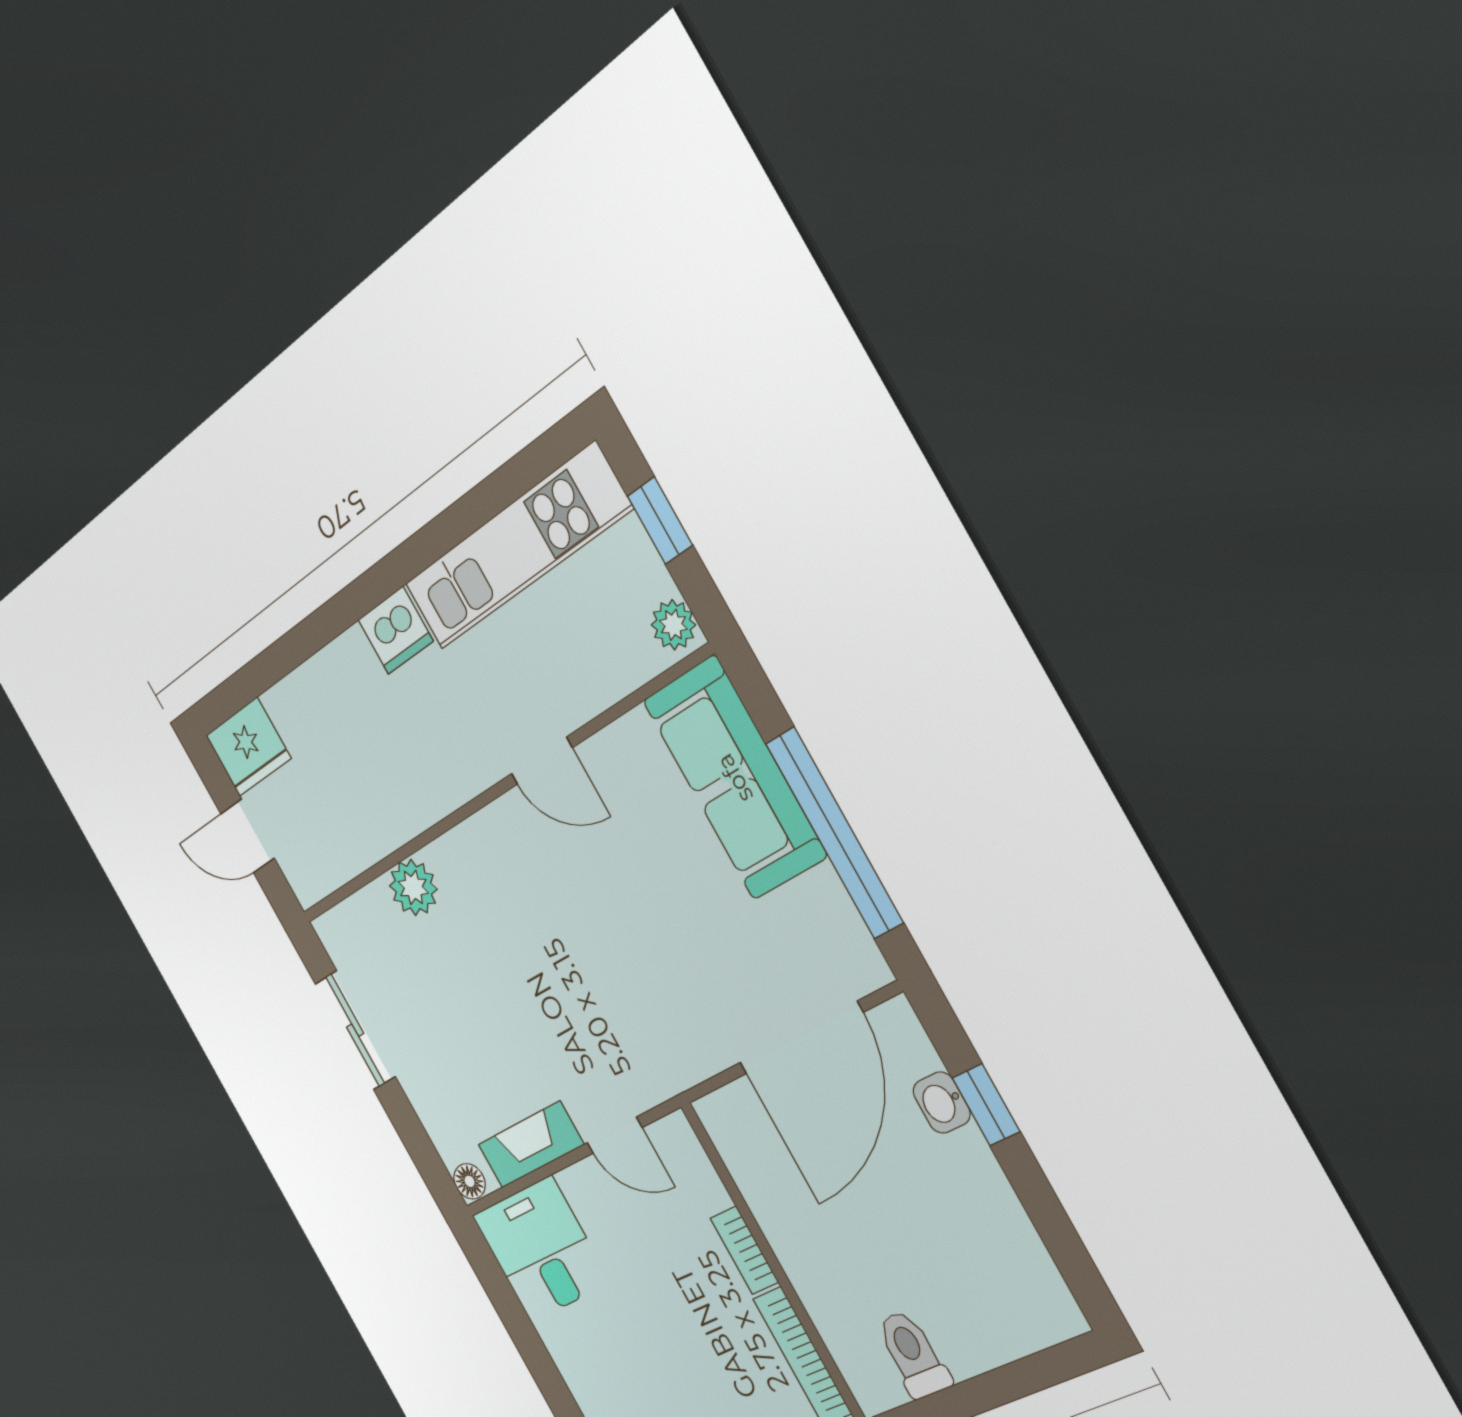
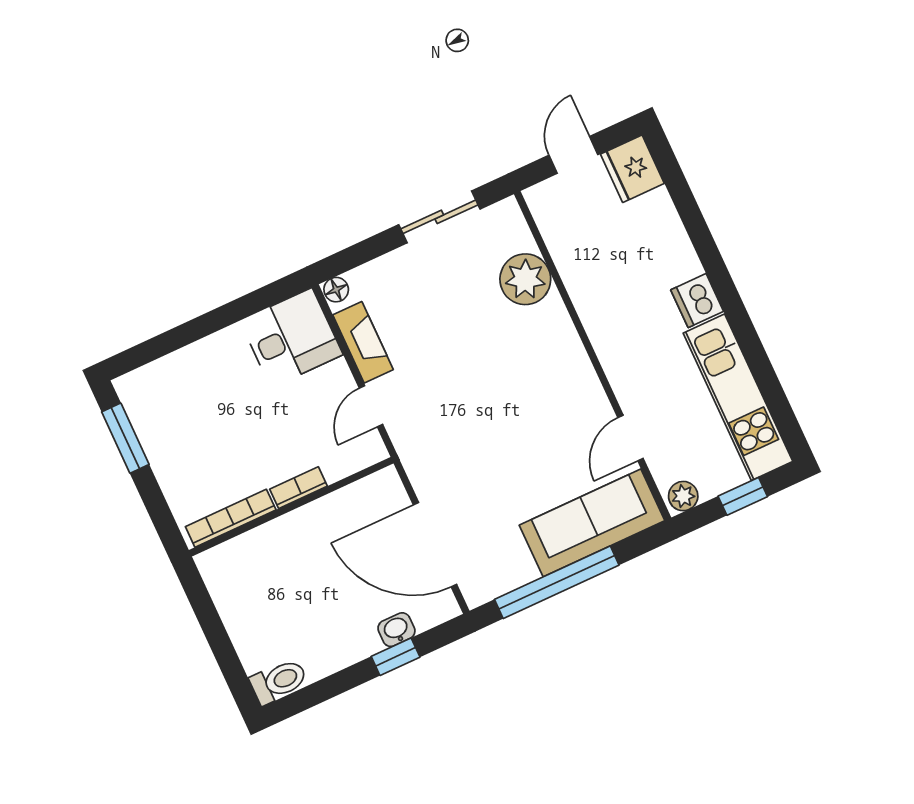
door: (542, 761) -> (631, 438), moved
plant: (413, 887) -> (525, 279), width x1.36, depth x1.36
toilet: (913, 1354) -> (279, 681), moved

